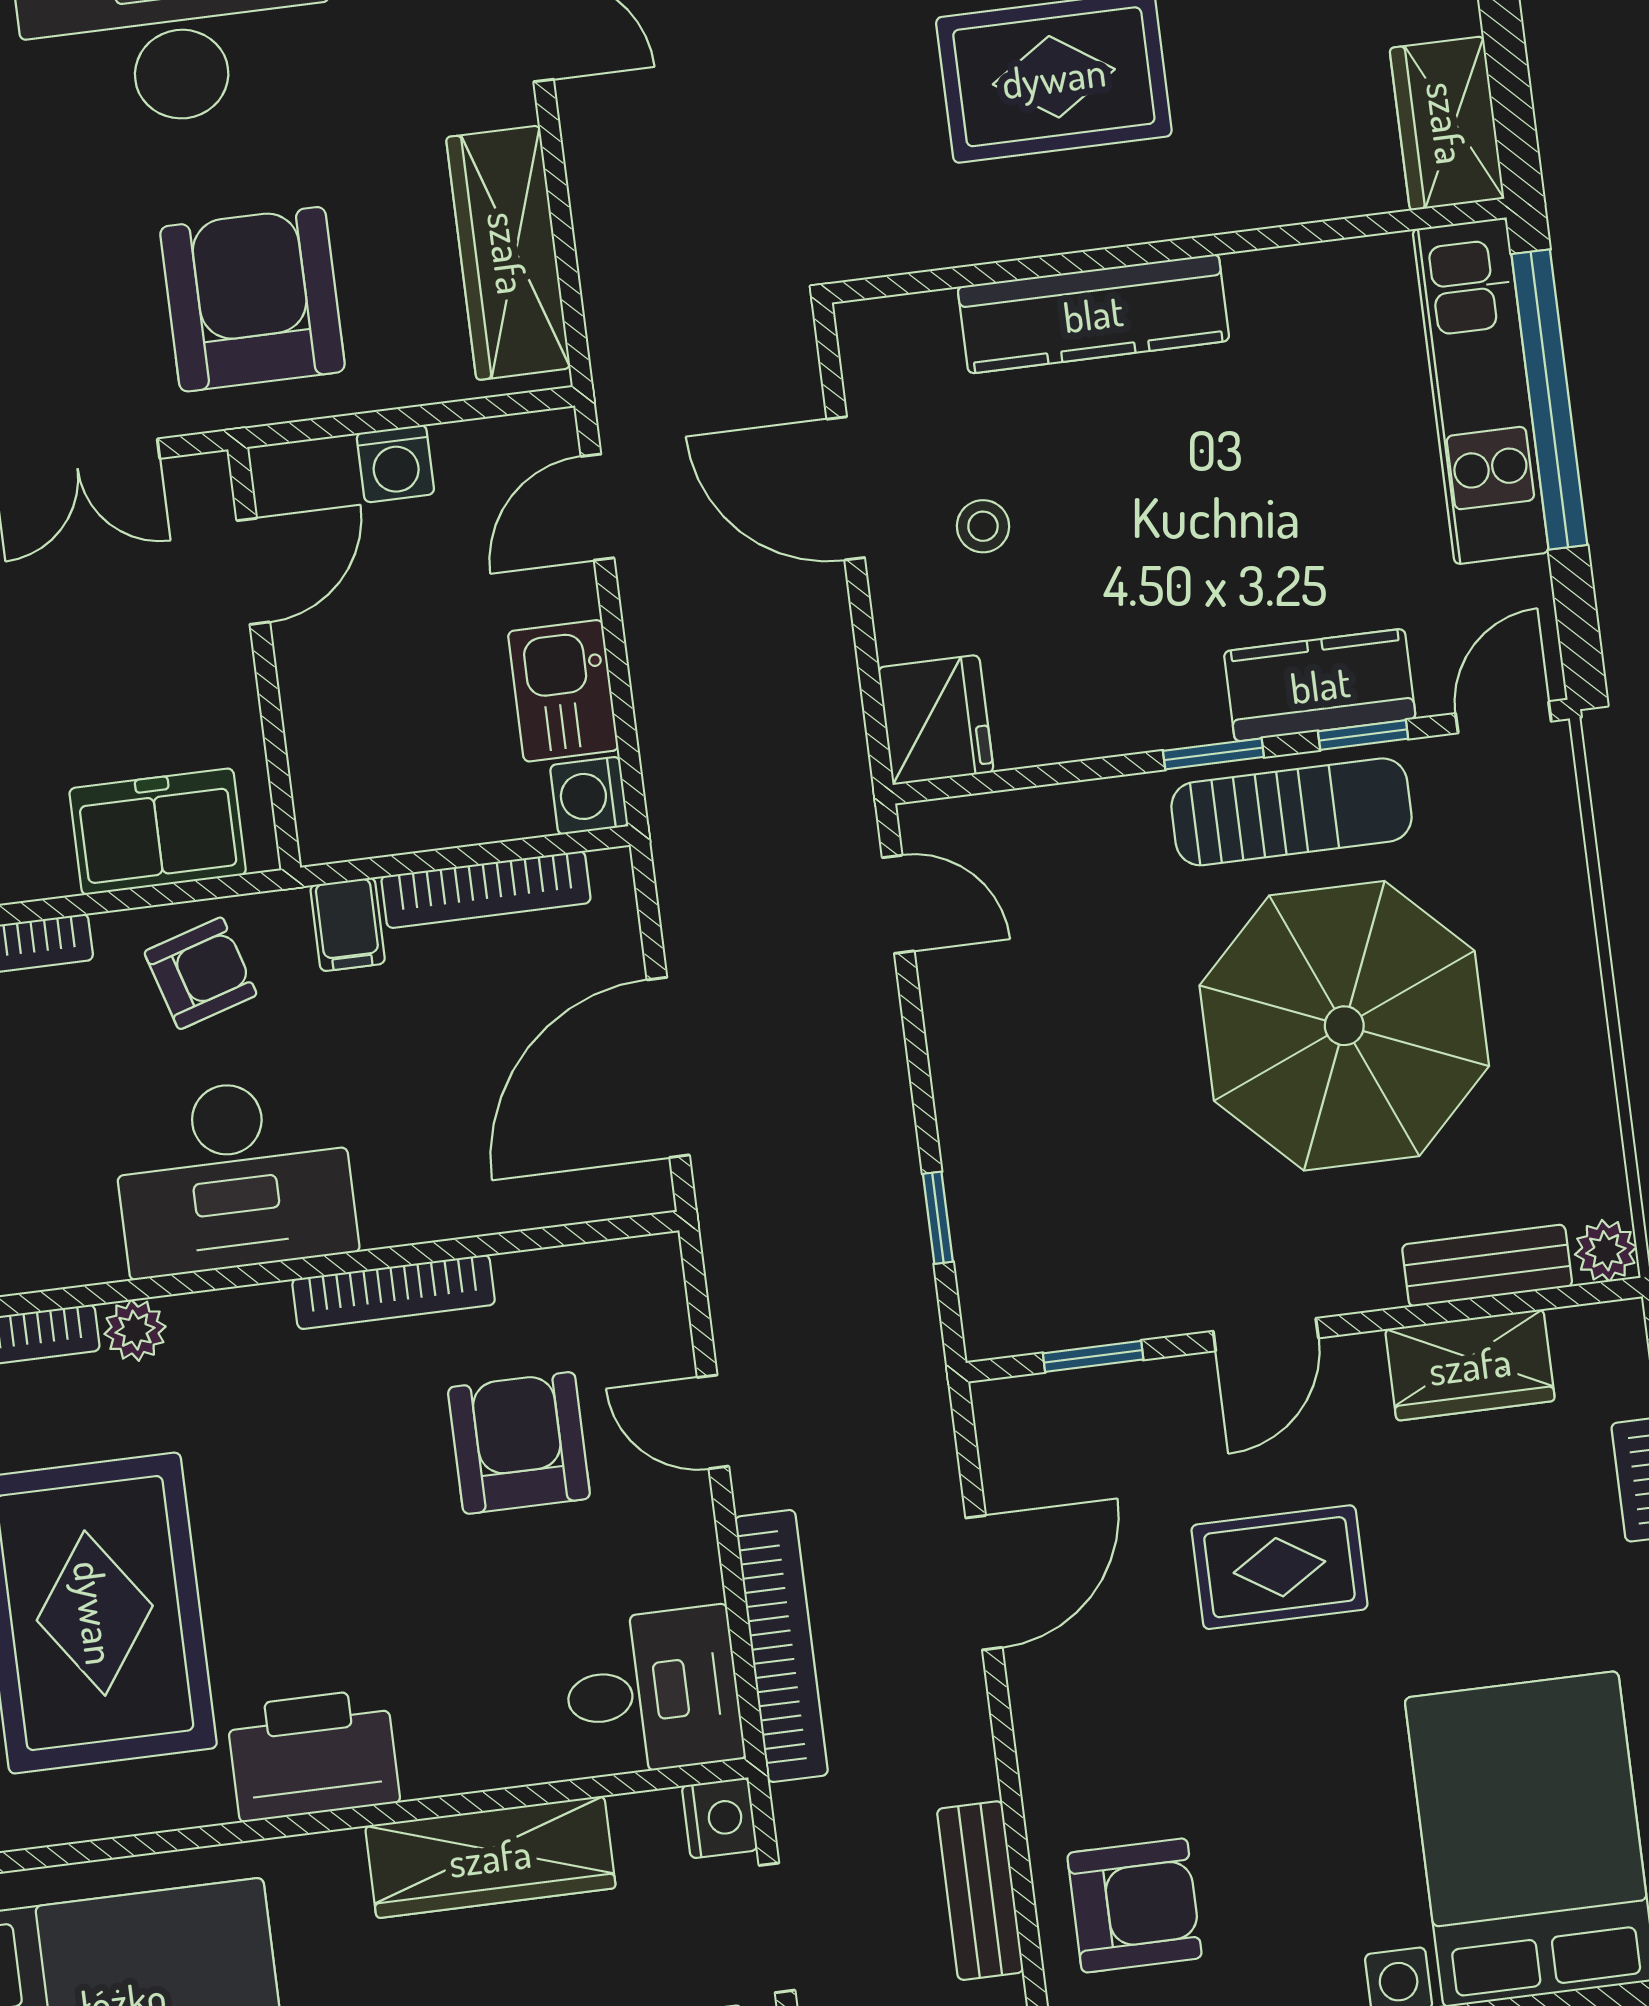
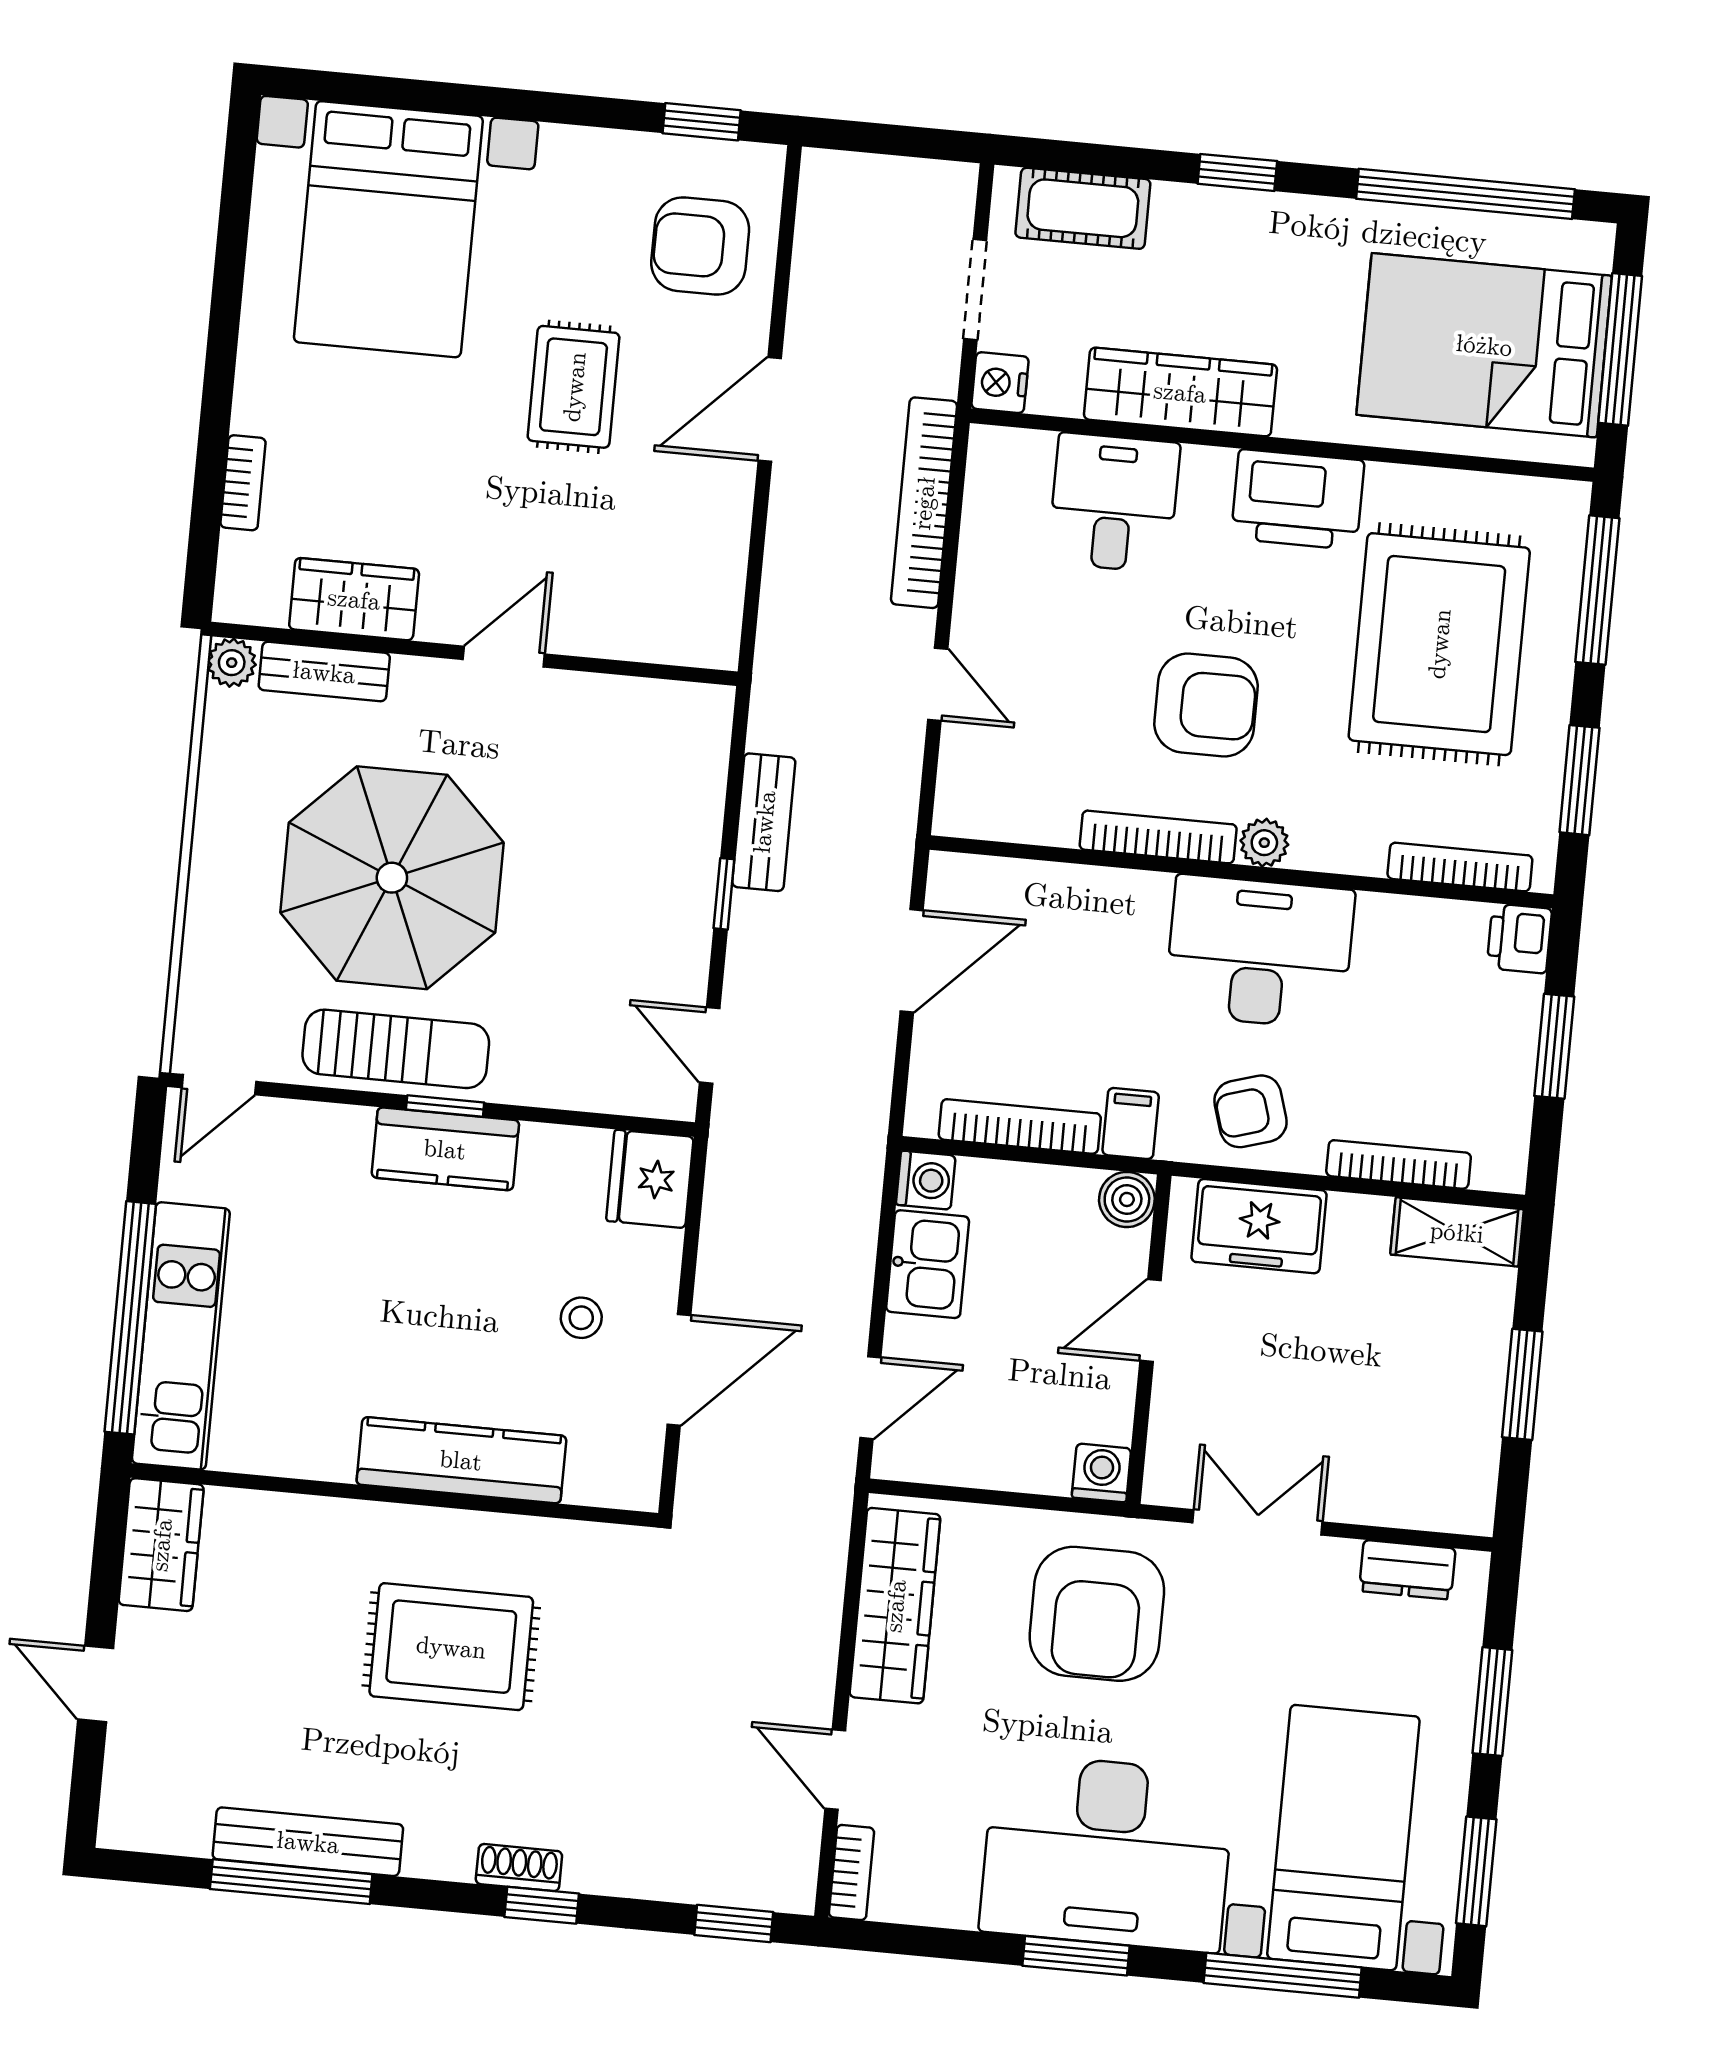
washing machine: (395, 464) -> (1101, 1473), moved
door: (846, 488) -> (679, 1370), hinge flipped
door: (253, 571) -> (1151, 1321), moved
kitchen counter: (1320, 685) -> (445, 1149), moved
window: (1363, 735) -> (328, 1095), removed
sun lounger: (1291, 812) -> (396, 1049), turned 180
boiler: (331, 828) -> (1127, 1199), added
door: (668, 1067) -> (912, 961), width x0.73
window: (938, 1218) -> (724, 894), moved
plant: (135, 1330) -> (1264, 843), moved
window: (1093, 1356) -> (638, 669), removed
armchair: (519, 1443) -> (1206, 705), moved, turned -90
rug: (1279, 1567) -> (574, 387), moved, turned 90
door: (984, 1583) -> (770, 409), moved
desk: (652, 1692) -> (1114, 503), moved, turned 90
bench: (980, 1891) -> (764, 822), moved

